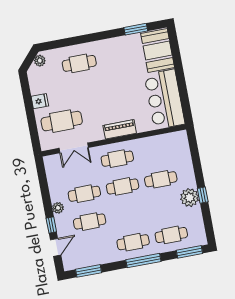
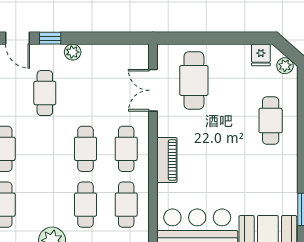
fridge: (40, 101) -> (261, 55), moved
cafe table: (84, 194) -> (126, 205), moved

